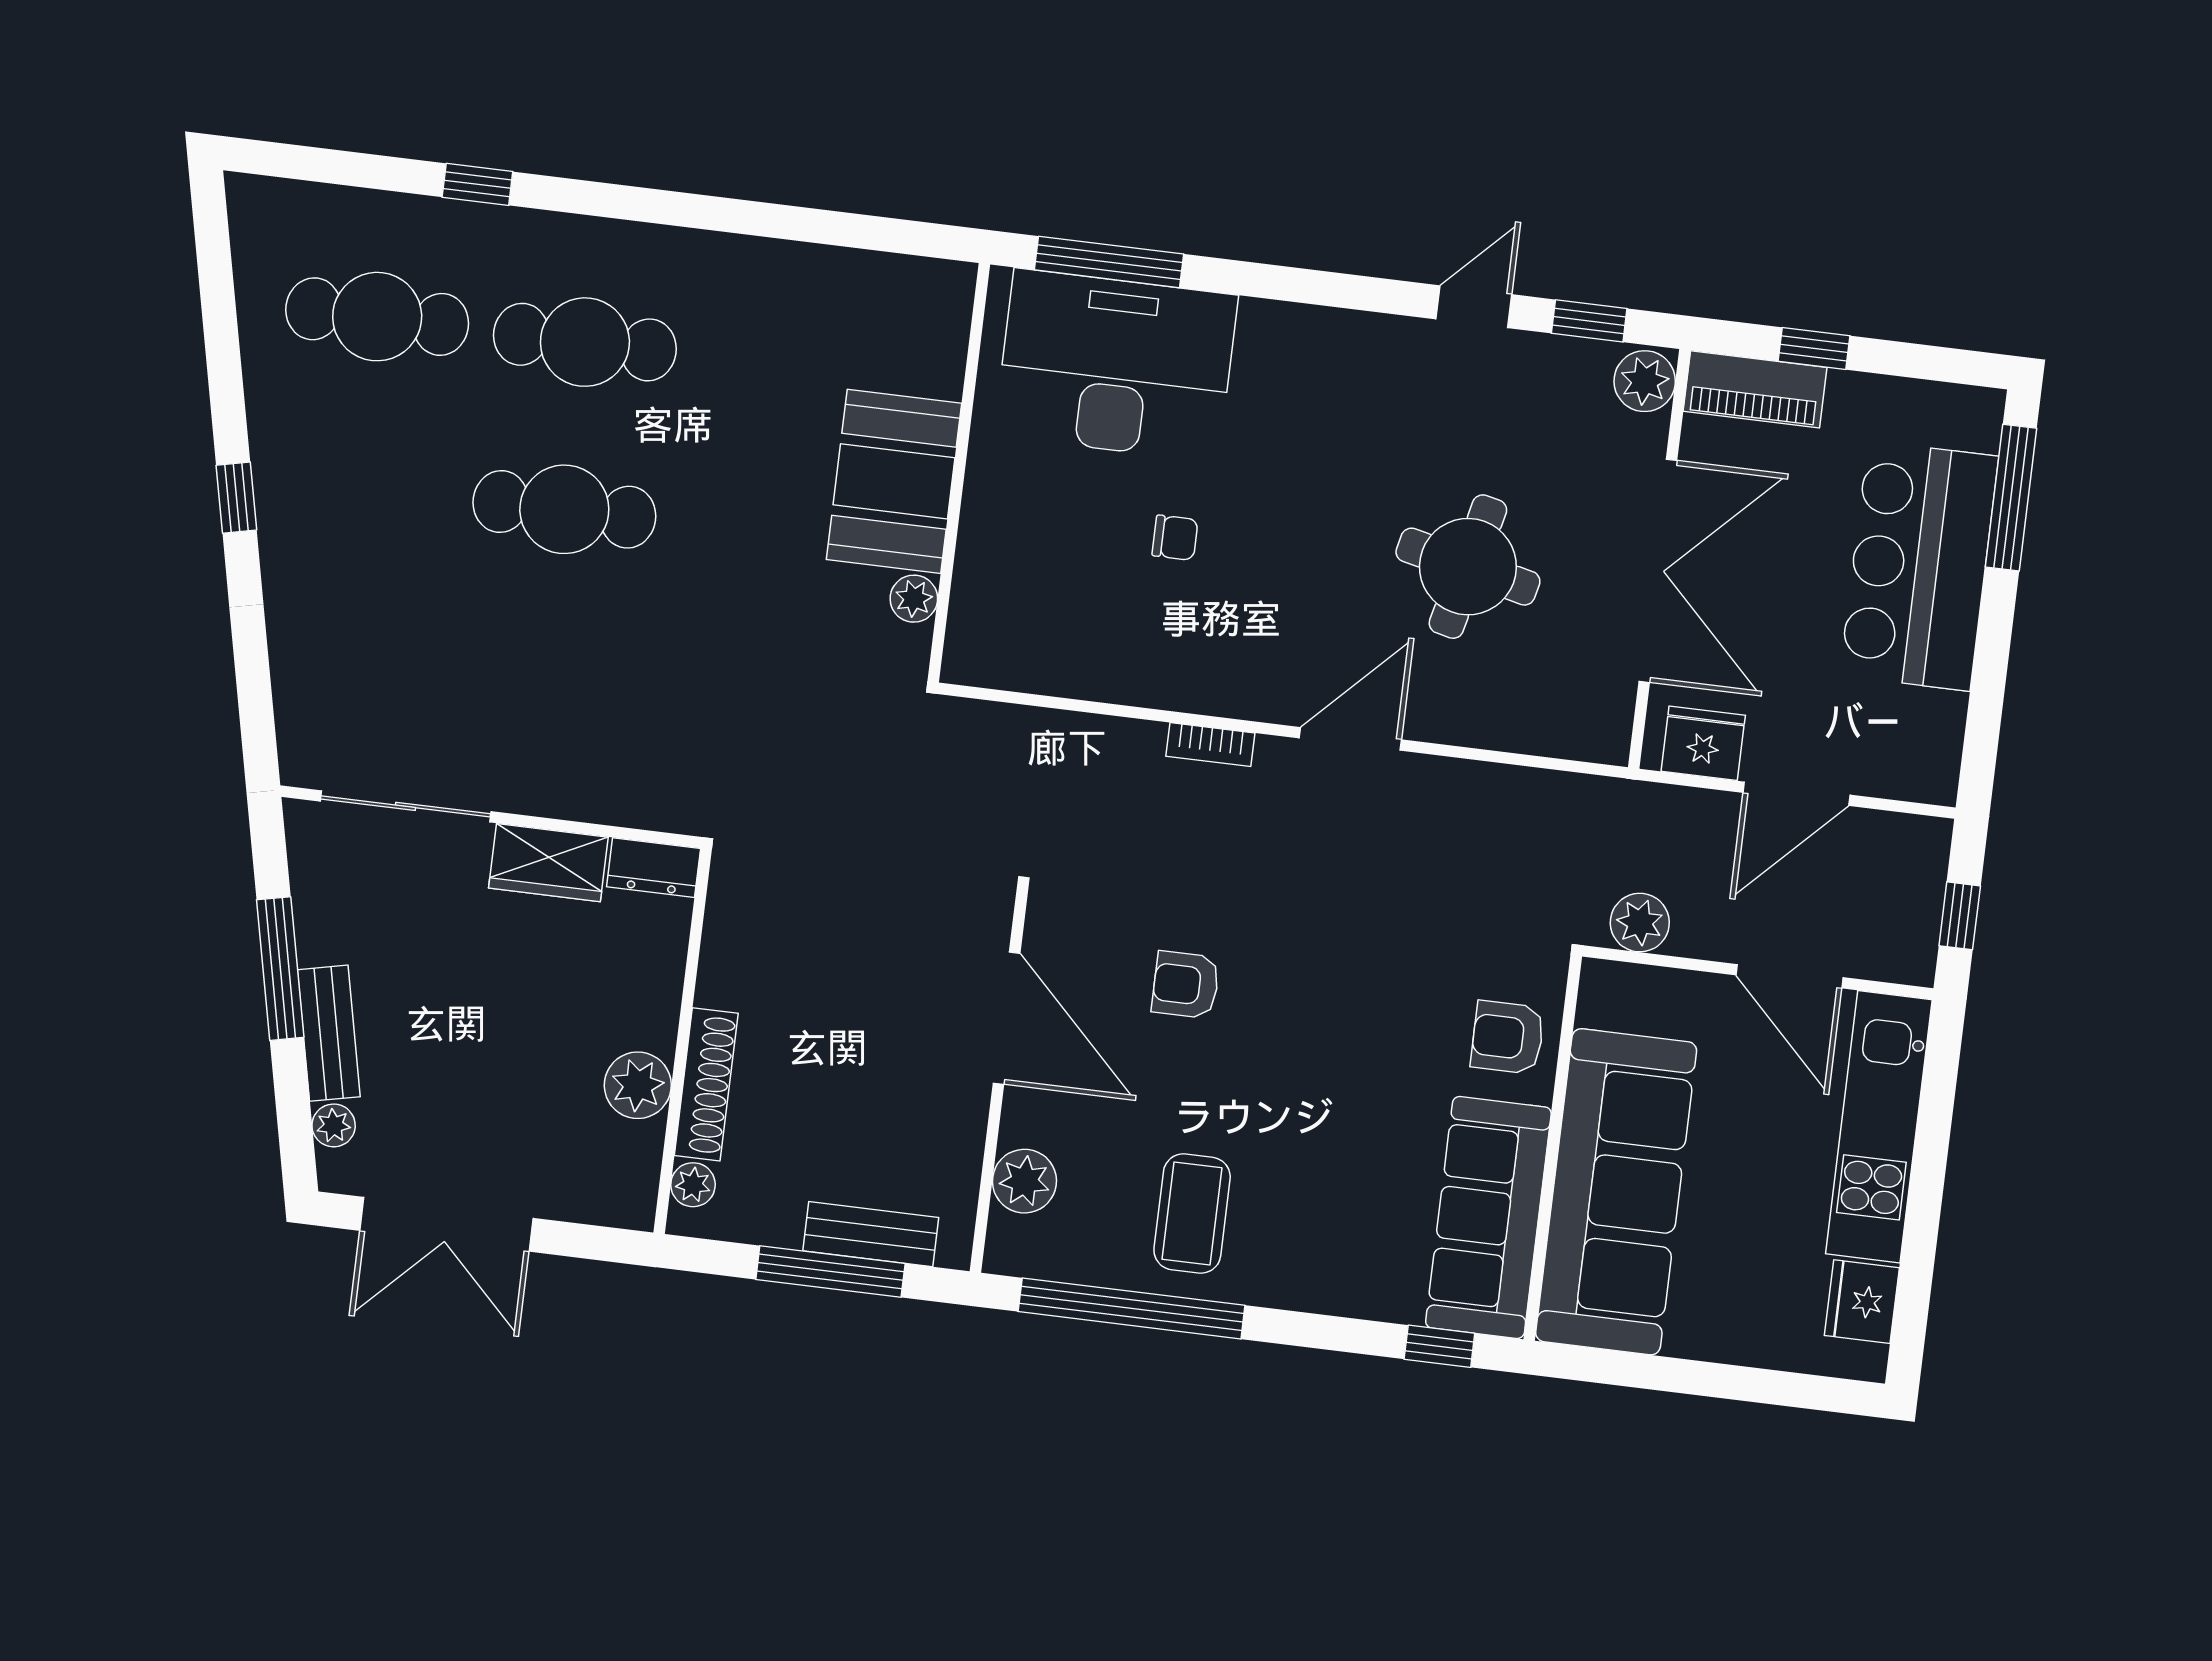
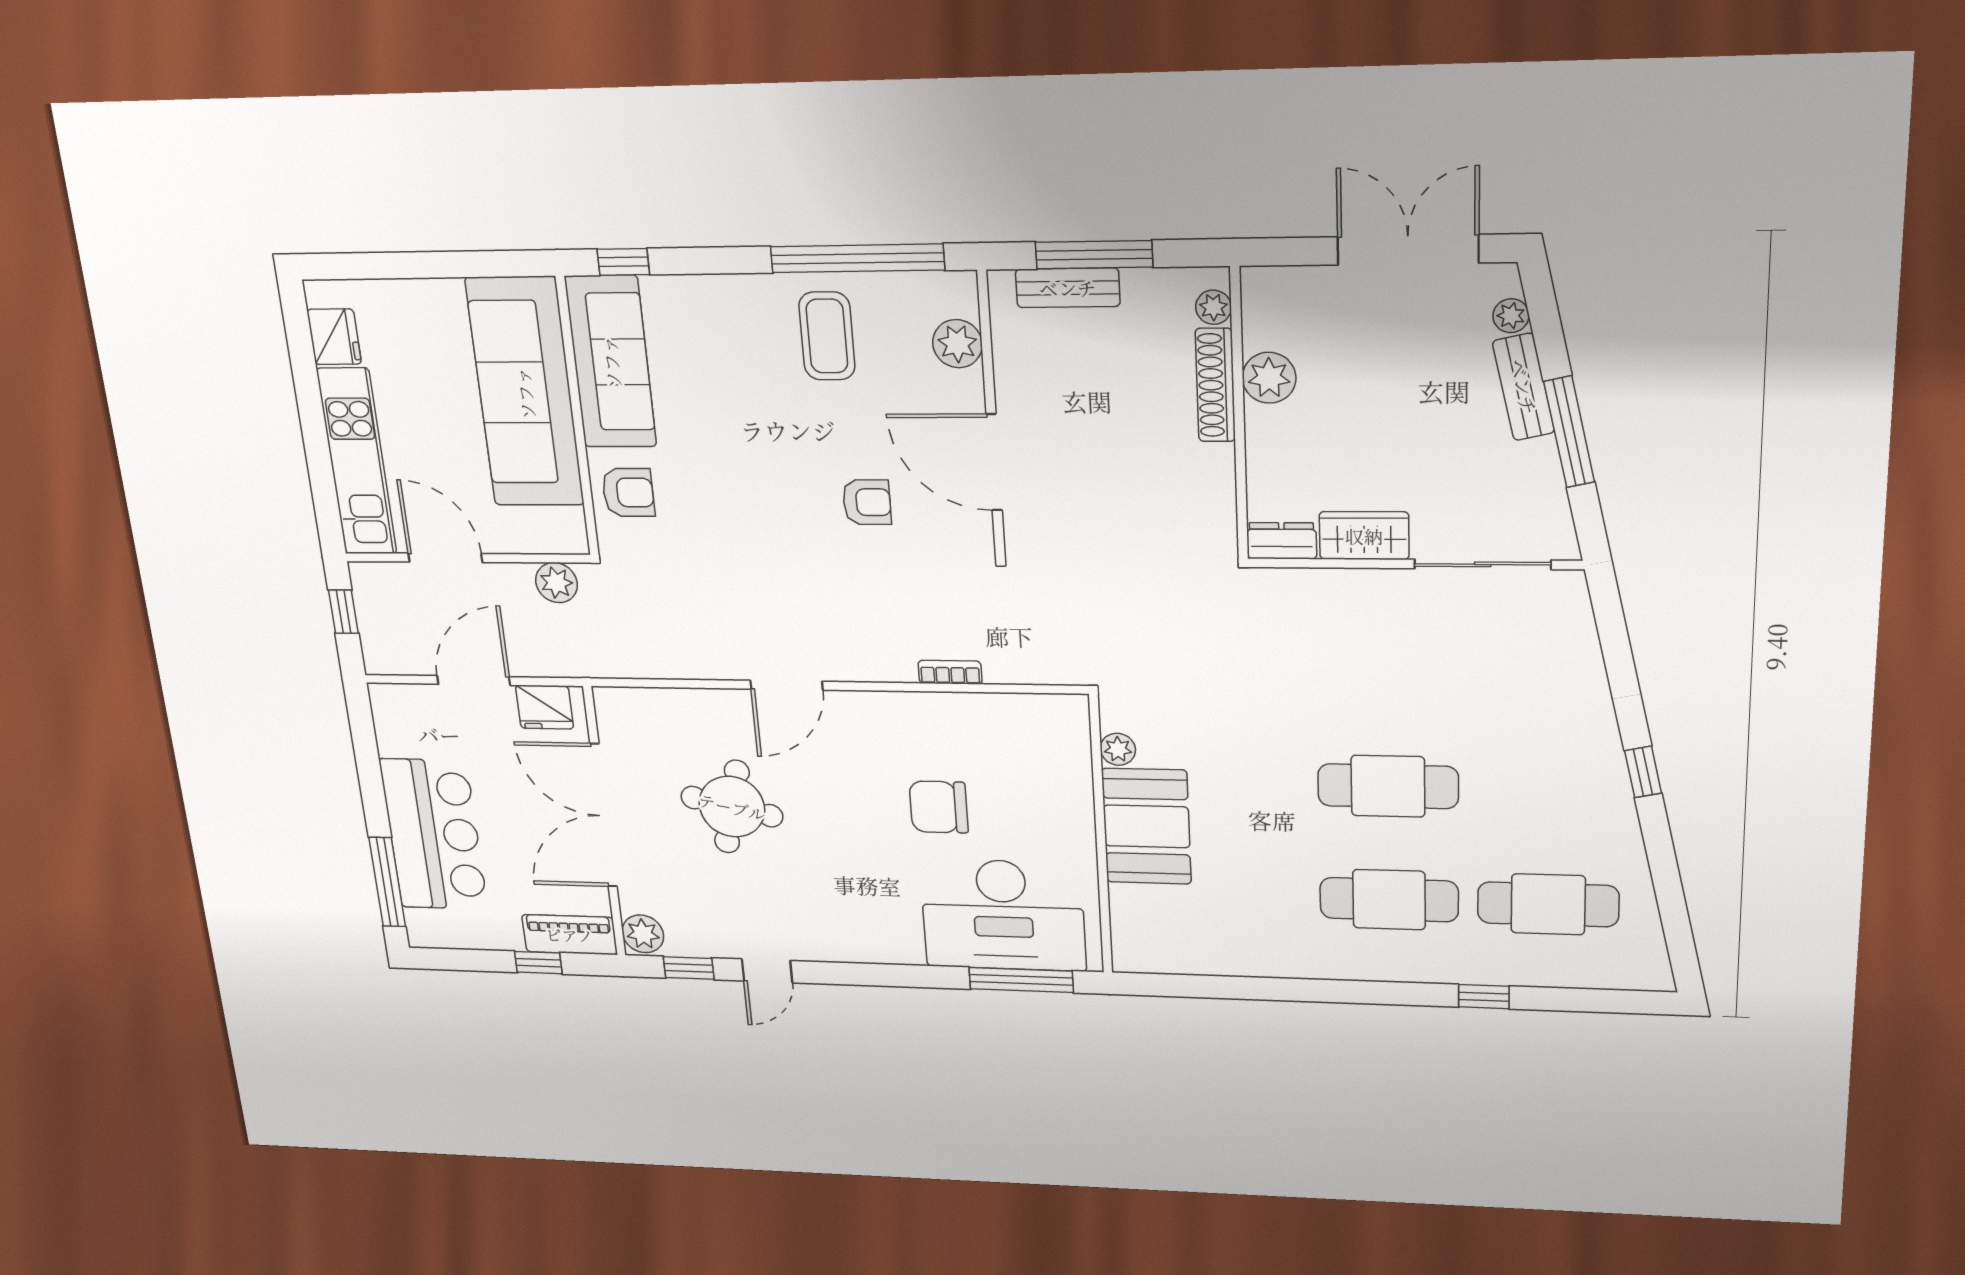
chair: (1175, 538) -> (939, 807), width x1.87, depth x1.87
bookcase: (1210, 745) -> (950, 672), moved

